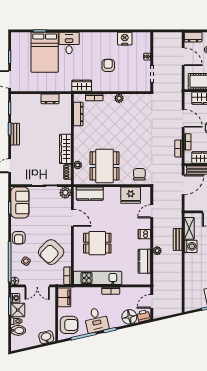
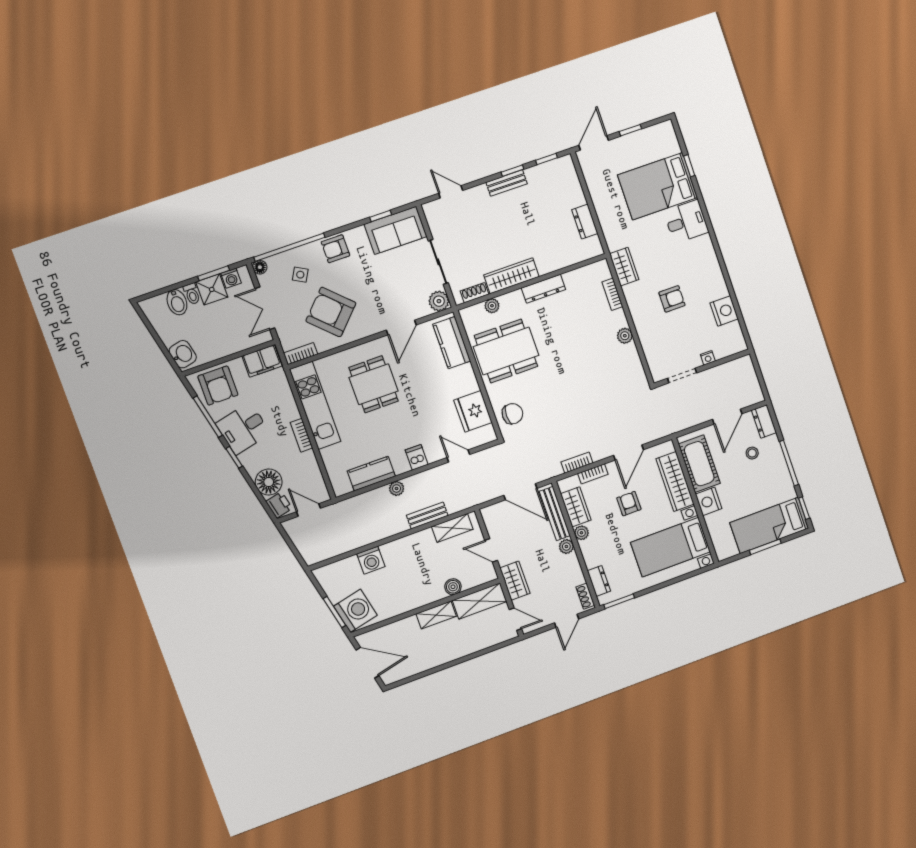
dresser: (78, 114) -> (543, 289), moved
washing machine: (191, 246) -> (371, 560), moved

